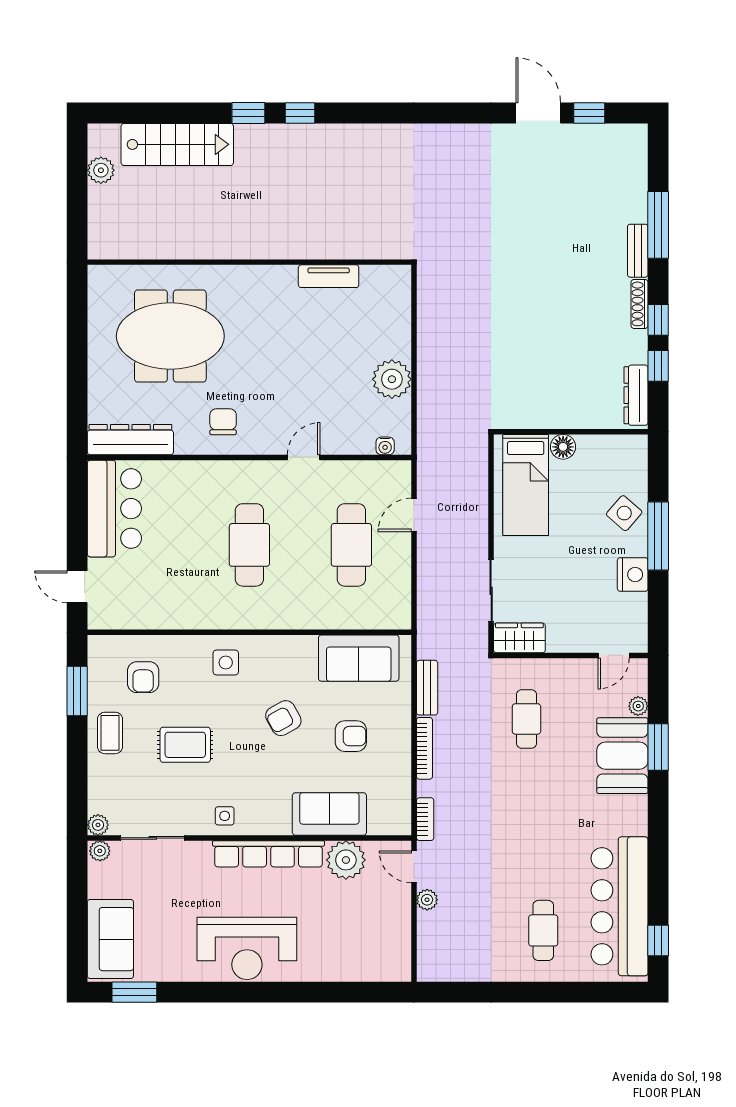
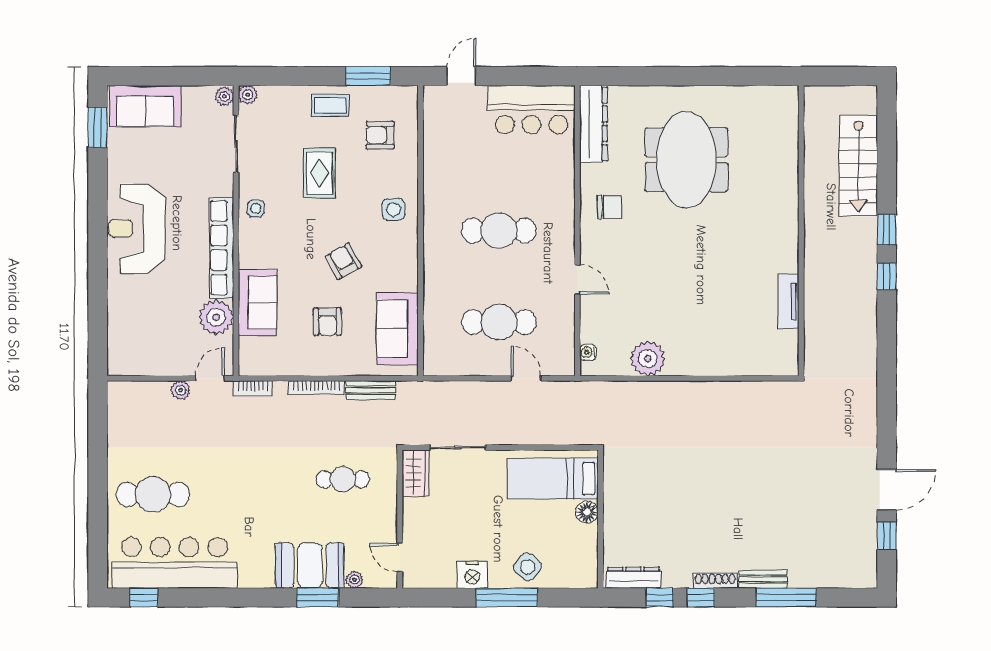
plant: (101, 170) -> (835, 97), removed
wall: (249, 262) -> (801, 231), moved
tv unit: (329, 276) -> (789, 302), moved
cafe table: (543, 930) -> (153, 494), width x1.37, depth x1.35

